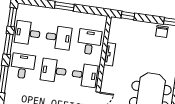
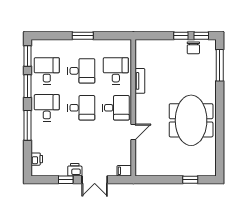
window: (128, 16) -> (181, 36), moved
desk: (28, 33) -> (47, 71), turned 90
desk: (54, 71) -> (81, 108), turned 180

